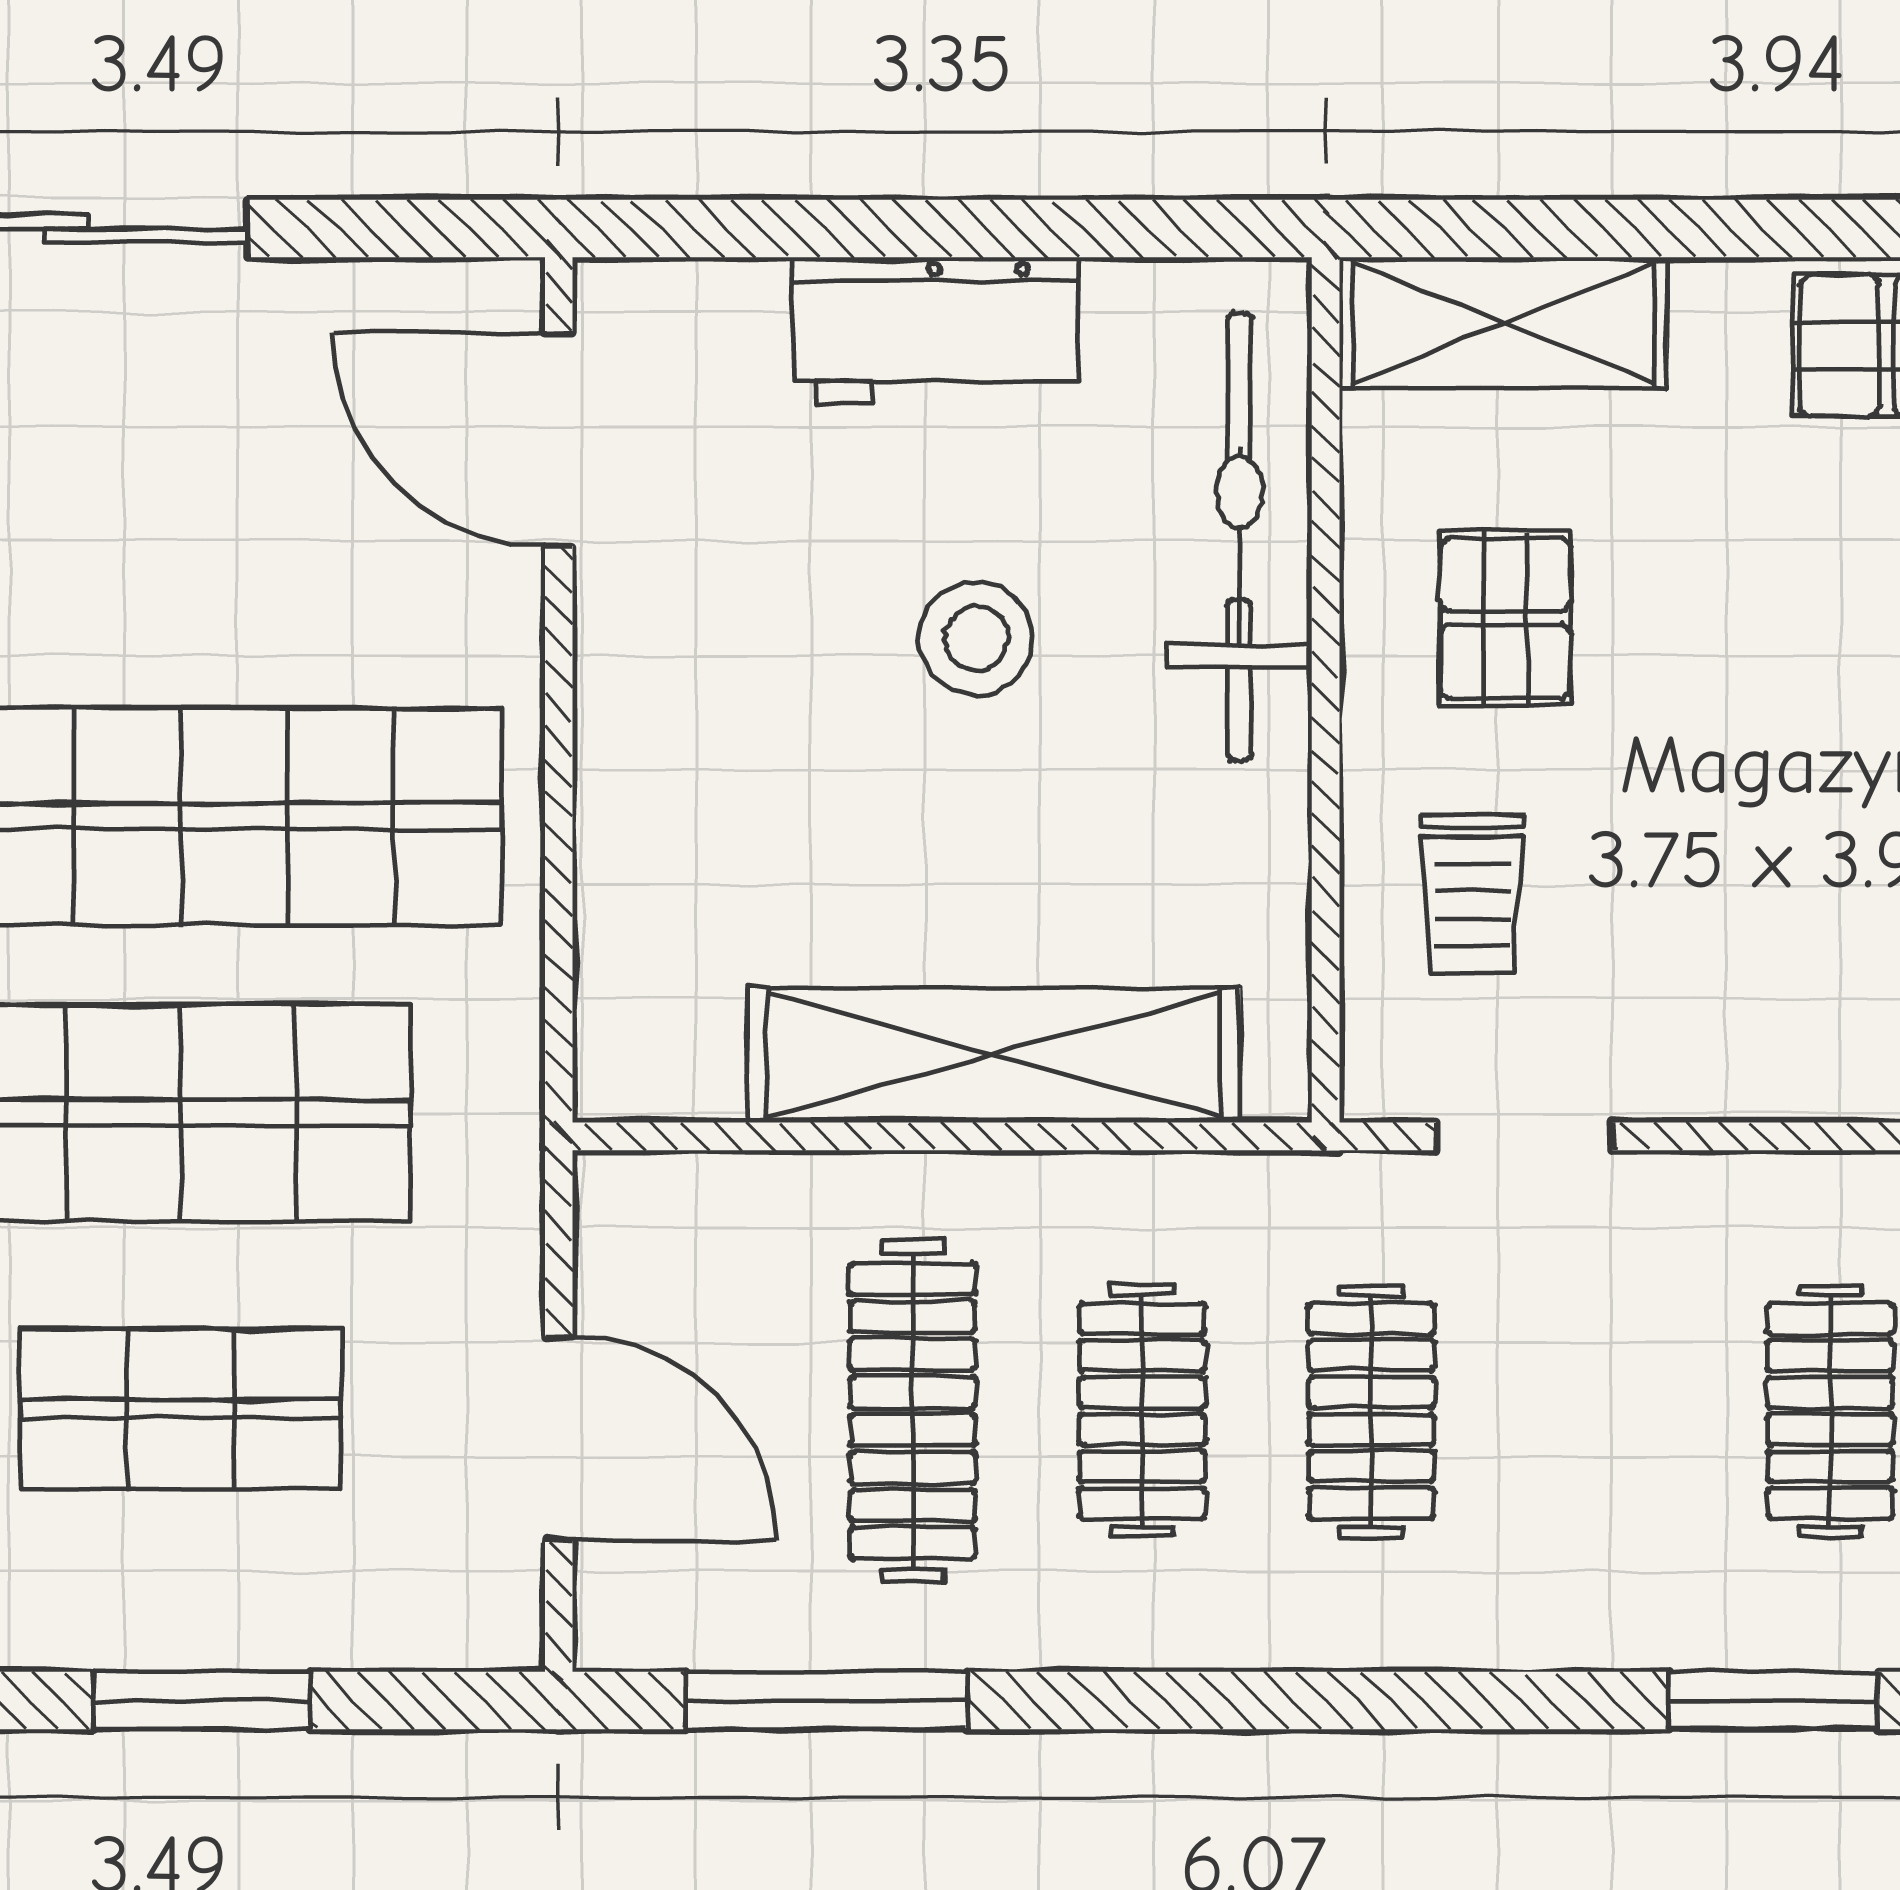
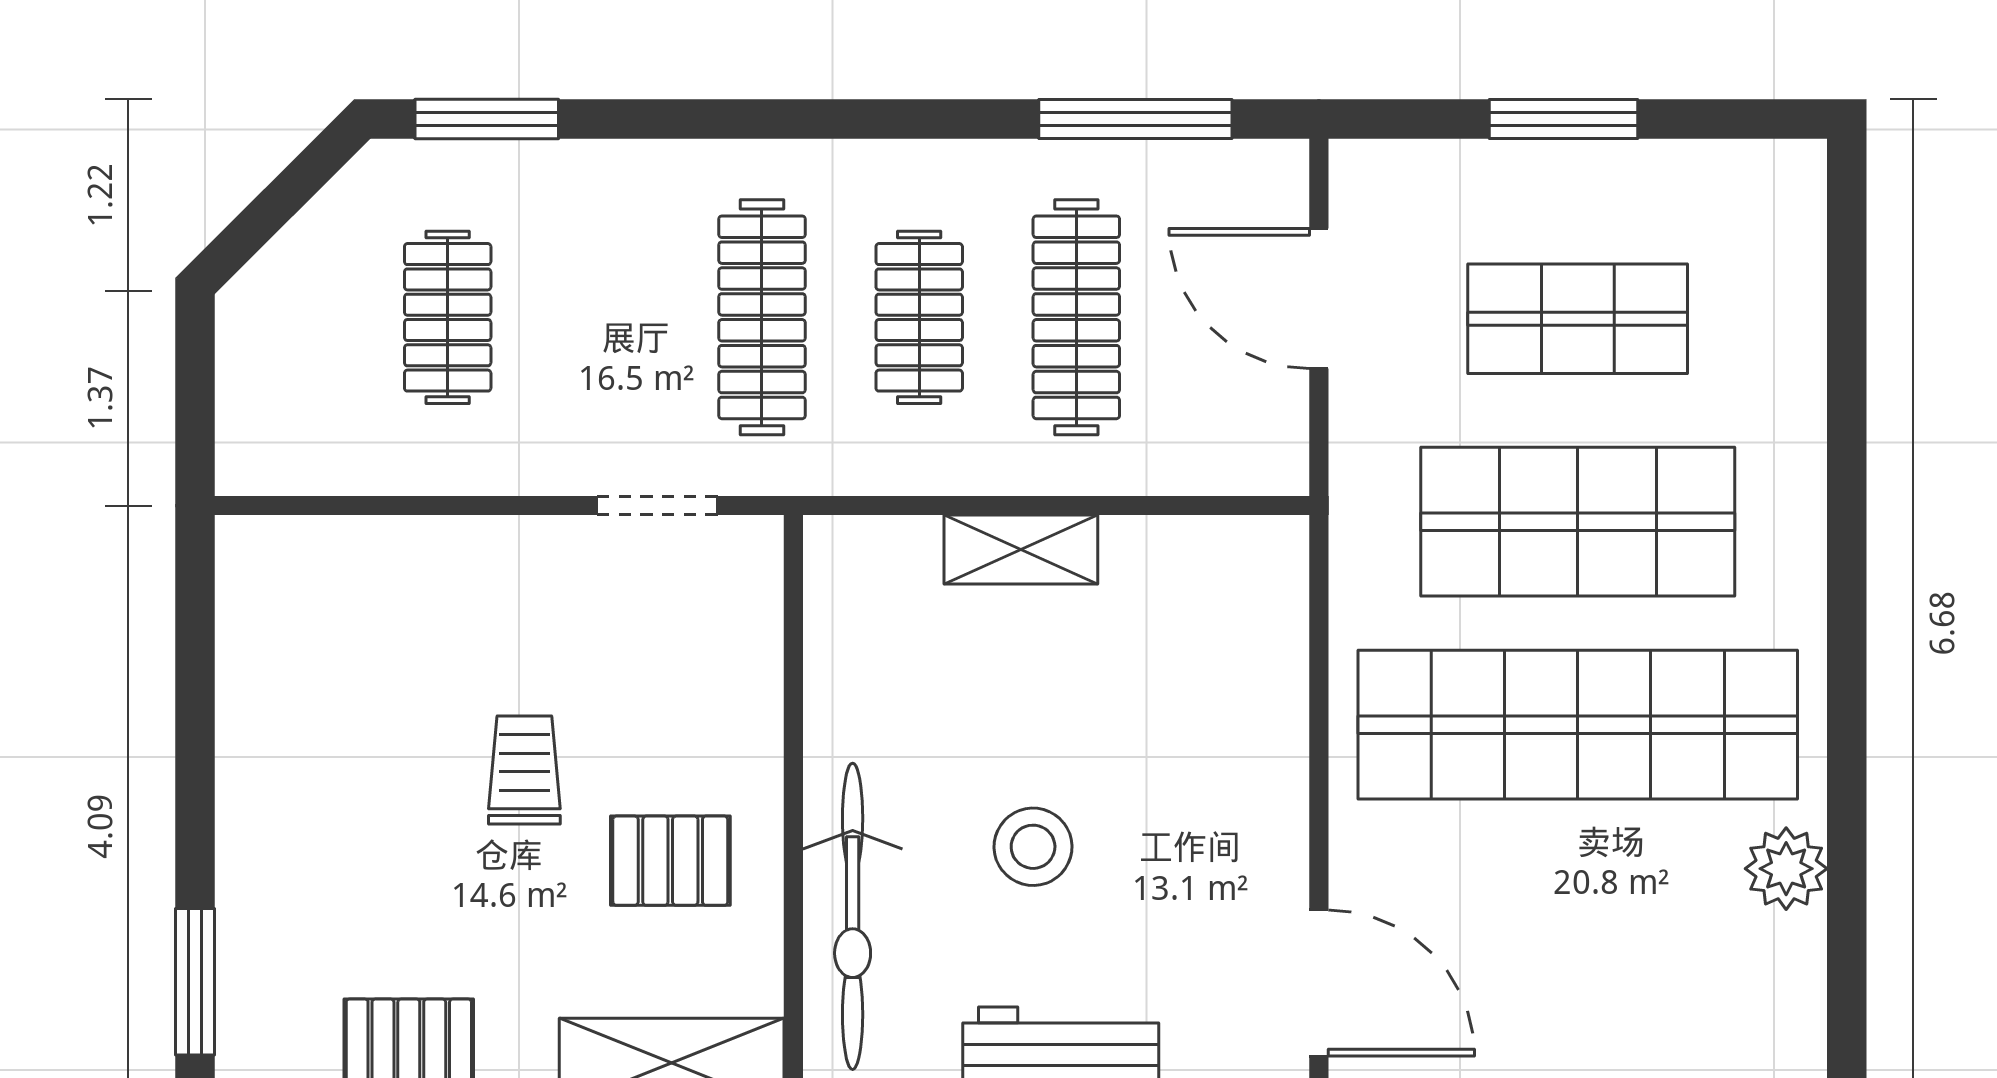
pallet: (1505, 618) -> (670, 861), turned 90
trolley: (1473, 894) -> (524, 770), moved
shelving: (994, 1055) -> (1021, 550), width x0.45, depth x0.75
clothes rail: (1371, 1411) -> (762, 317), width x1.36

